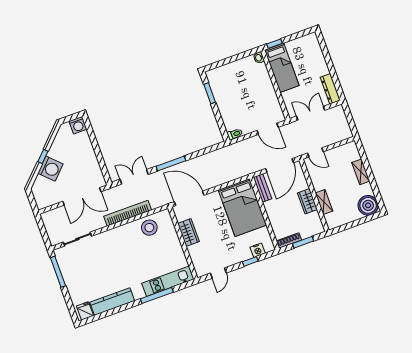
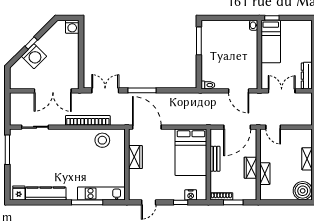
window: (210, 93) -> (199, 41), width x1.44
bench: (262, 188) -> (215, 159), moved

